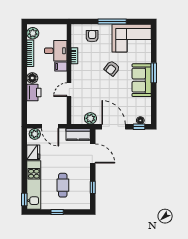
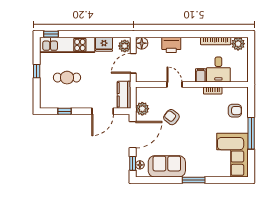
armchair: (112, 68) -> (171, 117), moved
floor lamp: (32, 78) -> (142, 43), moved
sofa: (142, 80) -> (167, 166), moved

